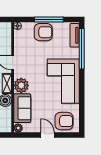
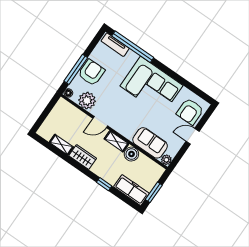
window: (49, 20) -> (76, 69), moved
plant: (21, 85) -> (87, 101), moved
armchair: (64, 121) -> (190, 112), turned 180

